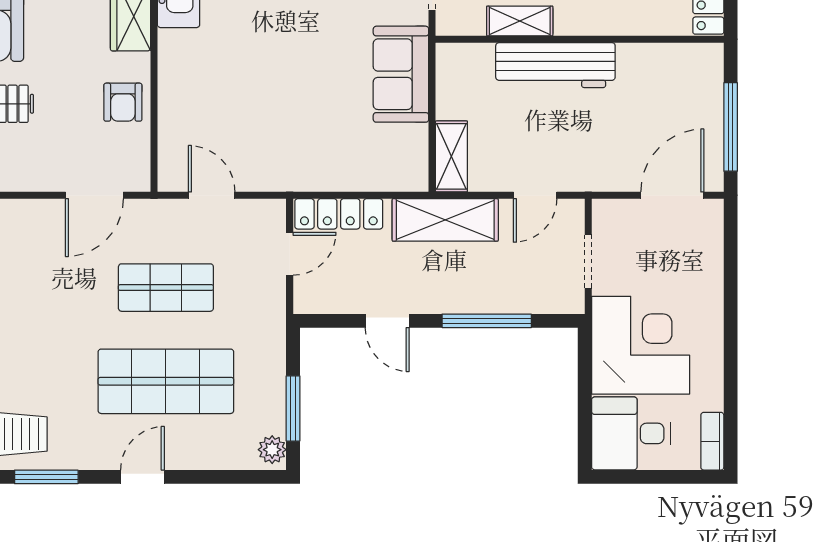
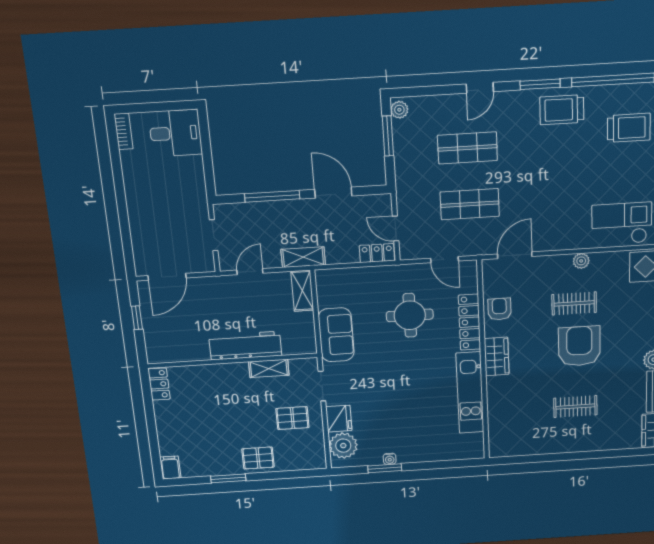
locker: (174, 82) -> (470, 322), added
round table: (275, 101) -> (410, 315), added
window: (731, 127) -> (137, 318), width x0.46
locker: (339, 214) -> (377, 253), width x0.66
shelving: (445, 220) -> (303, 257), width x0.67, depth x0.75
door: (290, 254) -> (396, 229), hinge flipped
door: (387, 321) -> (333, 193), width x1.38
corner desk: (641, 345) -> (176, 187), removed
shop shelf: (166, 381) -> (467, 148), width x0.70, depth x0.74

